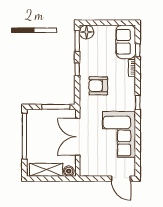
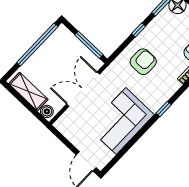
armchair: (98, 86) -> (143, 62), turned 90

